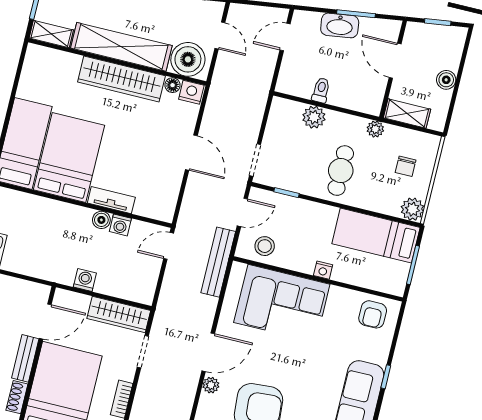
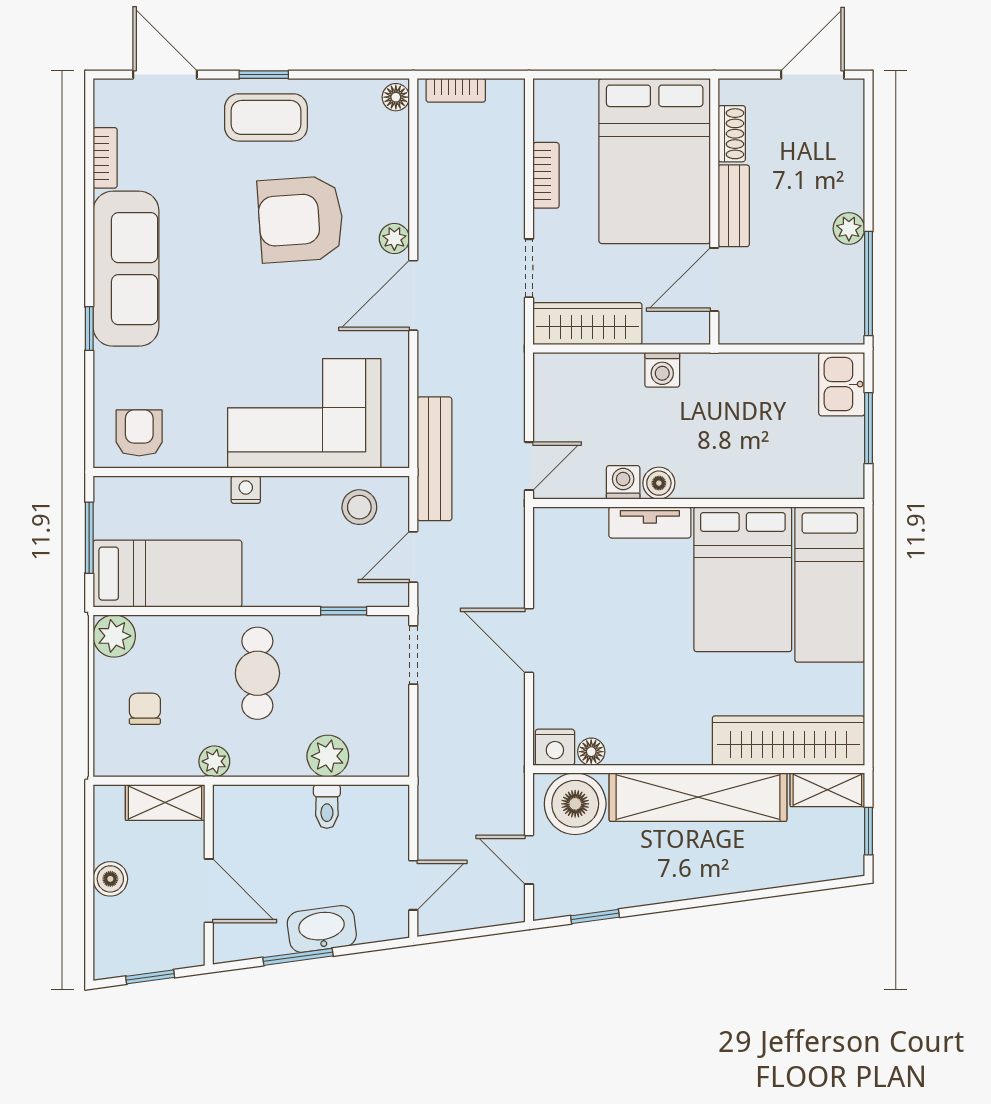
wardrobe: (121, 79) -> (789, 741), moved

